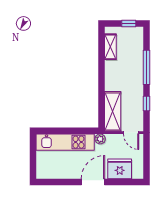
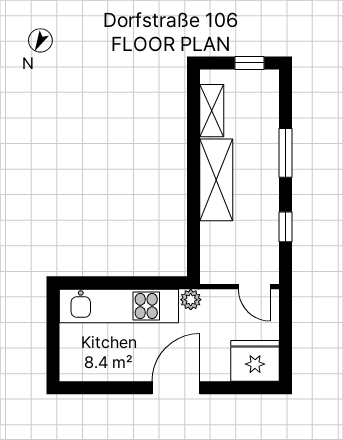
window: (146, 67) -> (286, 153), width x0.69
shelving: (113, 111) -> (216, 180), moved
fridge: (120, 169) -> (255, 361), moved

